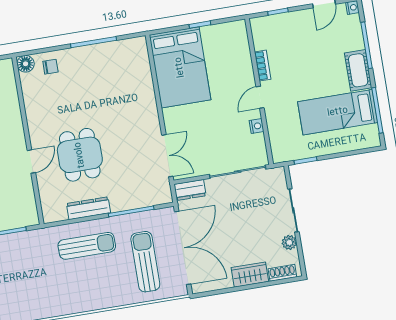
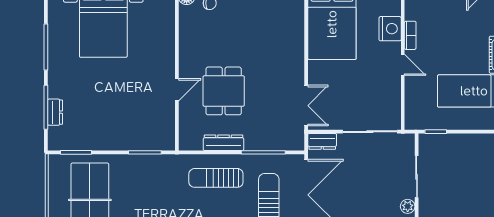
door: (260, 97) -> (403, 65), swing flipped
nightstand: (257, 126) -> (390, 29), moved, width x1.89, depth x1.79
sun lounger: (87, 246) -> (216, 178), turned 180

